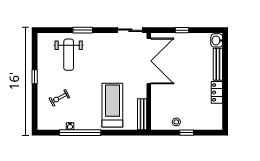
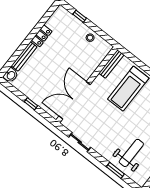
window: (83, 30) -> (115, 170), moved
sliding door: (130, 30) -> (80, 142), moved
window: (187, 133) -> (80, 16), moved

